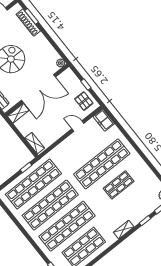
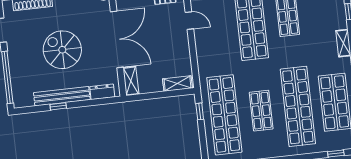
door: (78, 126) -> (189, 21), swing flipped
shop shelf: (50, 205) -> (261, 111), width x0.50, depth x0.74

